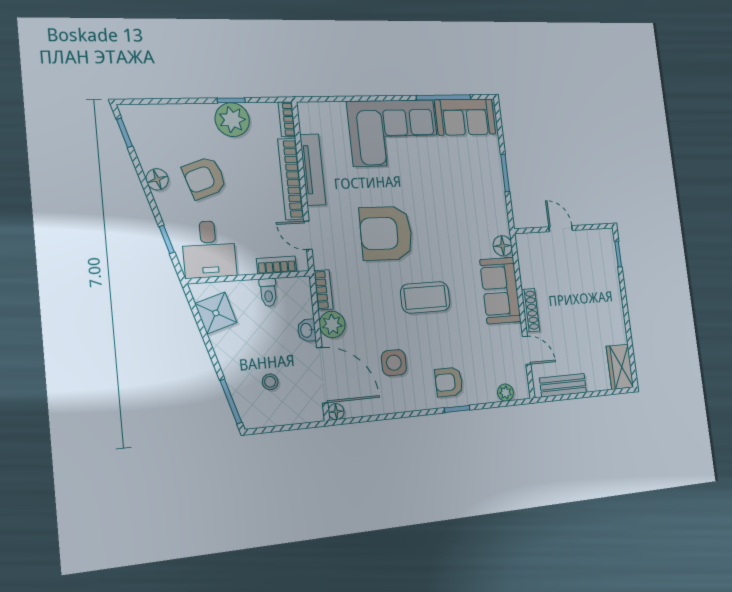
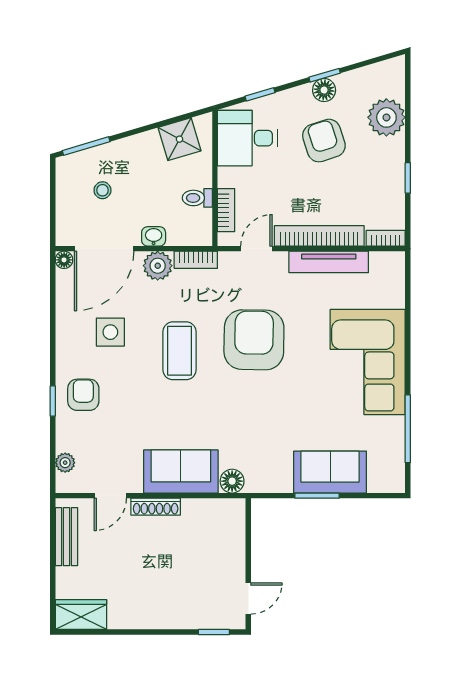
sofa: (465, 117) -> (330, 472), moved, turned 90
plant: (232, 120) -> (386, 117), moved
window: (124, 133) -> (325, 75), moved
door: (561, 229) -> (248, 599), moved
coffee table: (425, 297) -> (179, 351), moved

